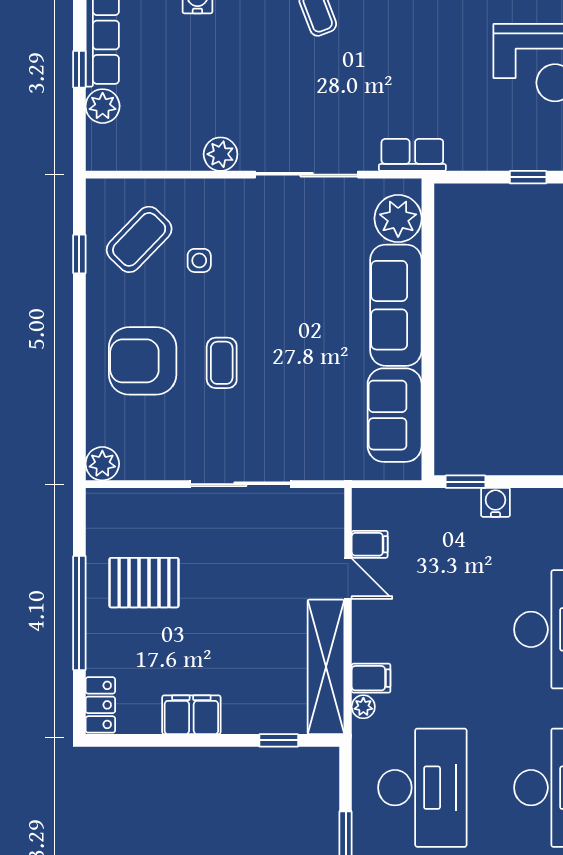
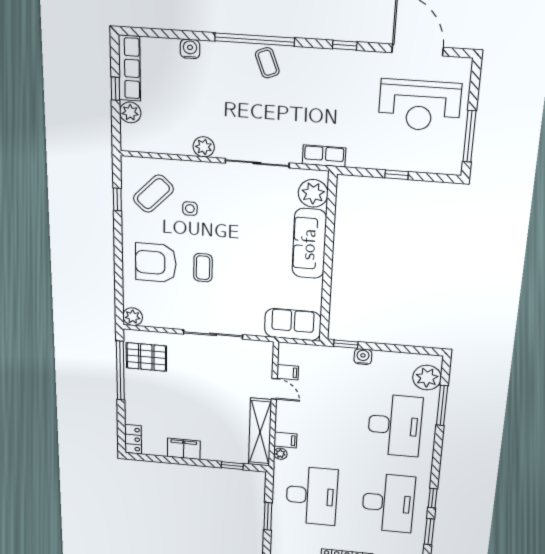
sofa: (395, 415) -> (293, 324), moved, turned 90
pallet: (144, 583) -> (146, 357), moved
window: (79, 613) -> (120, 371), moved

